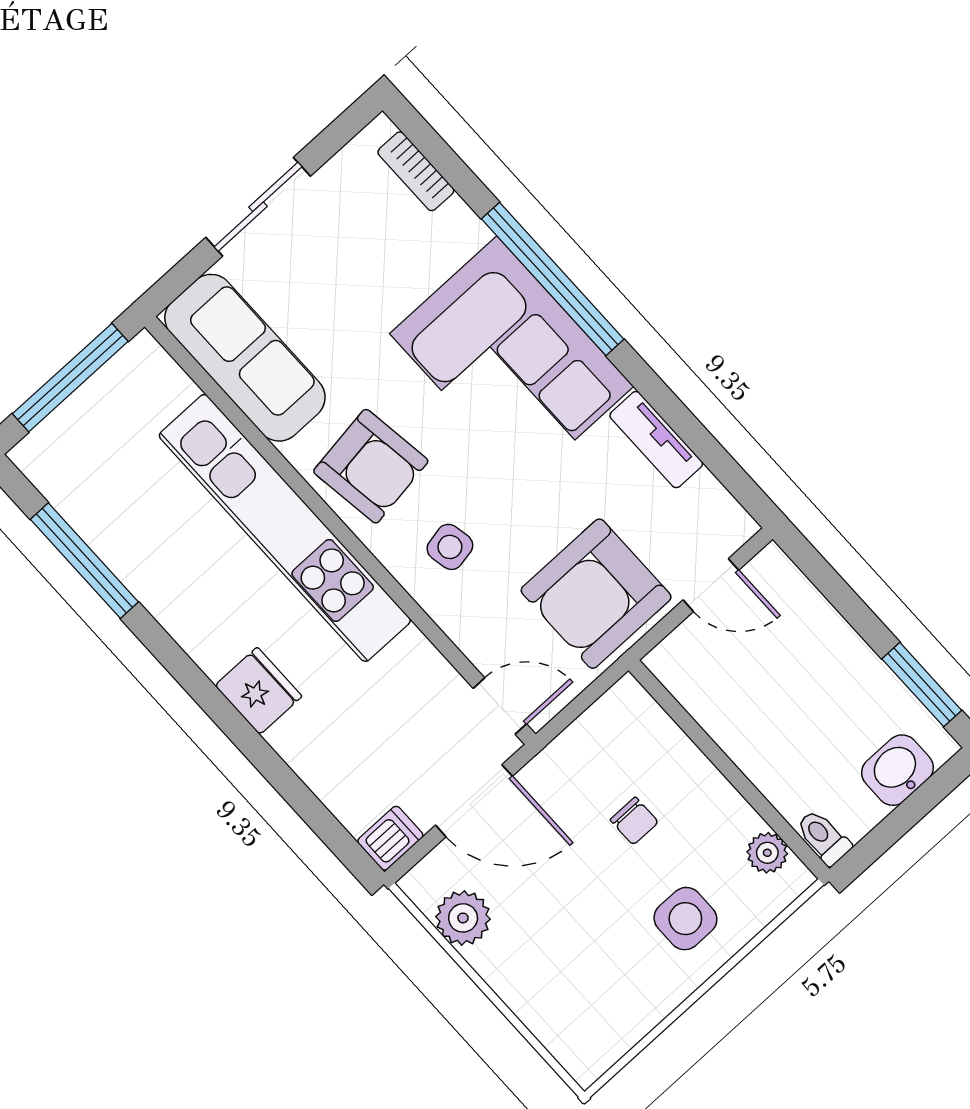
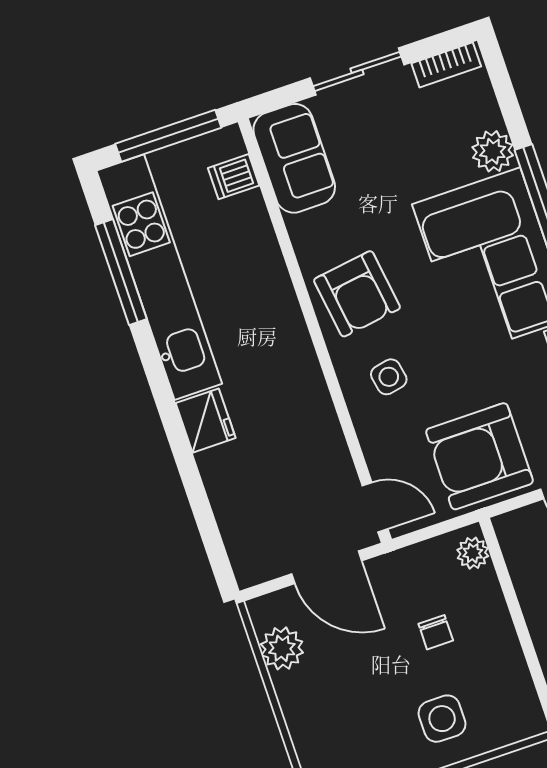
bookcase: (416, 171) -> (446, 65), moved, turned -90
plant: (457, 231) -> (493, 151), added
sofa: (245, 358) -> (294, 158), width x0.73
kitchen unit: (285, 528) -> (159, 277), moved, turned 180
dishwasher: (390, 838) -> (234, 177), moved, turned 180
plant: (767, 853) -> (473, 553), moved

